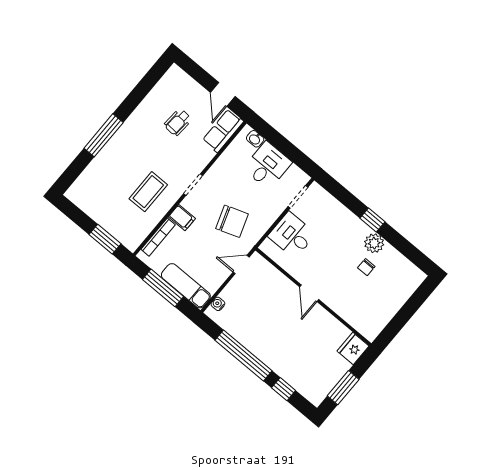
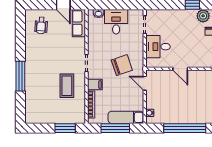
wheelchair: (178, 122) -> (41, 25), moved
door: (241, 265) -> (145, 83), hinge flipped
door: (309, 293) -> (180, 69), moved

